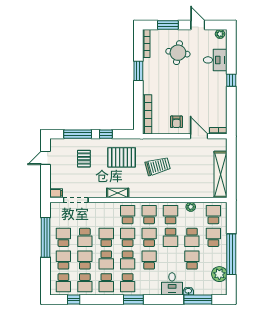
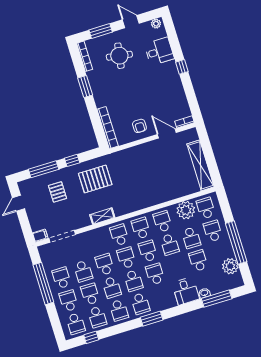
trolley: (158, 166) -> (134, 177), removed
plant: (191, 207) -> (186, 210), width x1.87, depth x1.87

